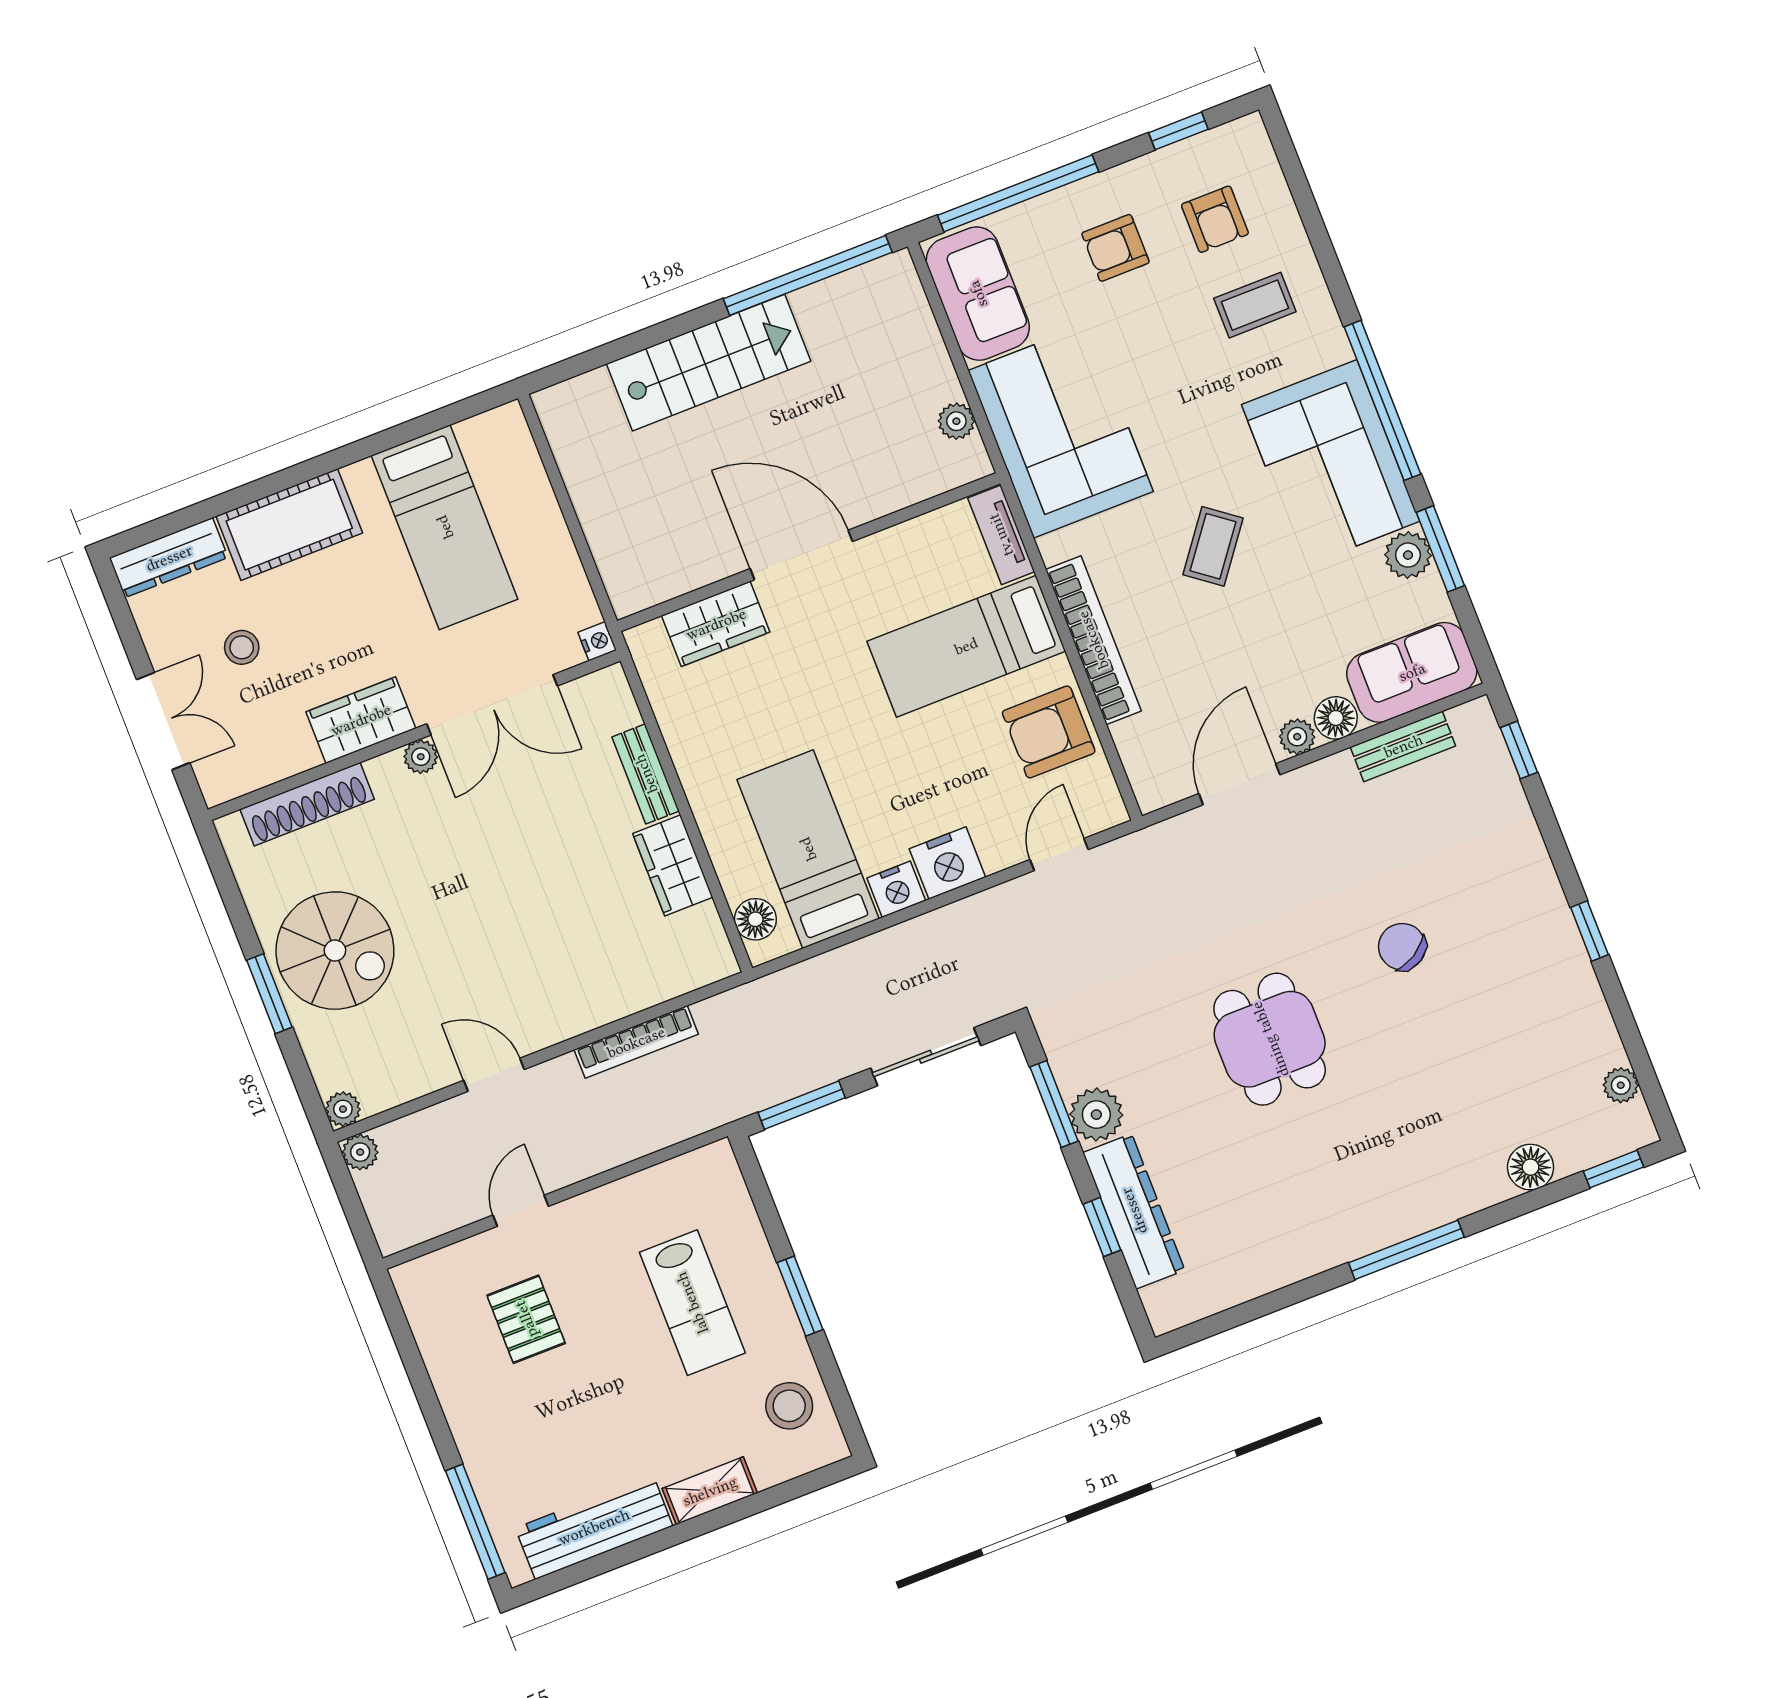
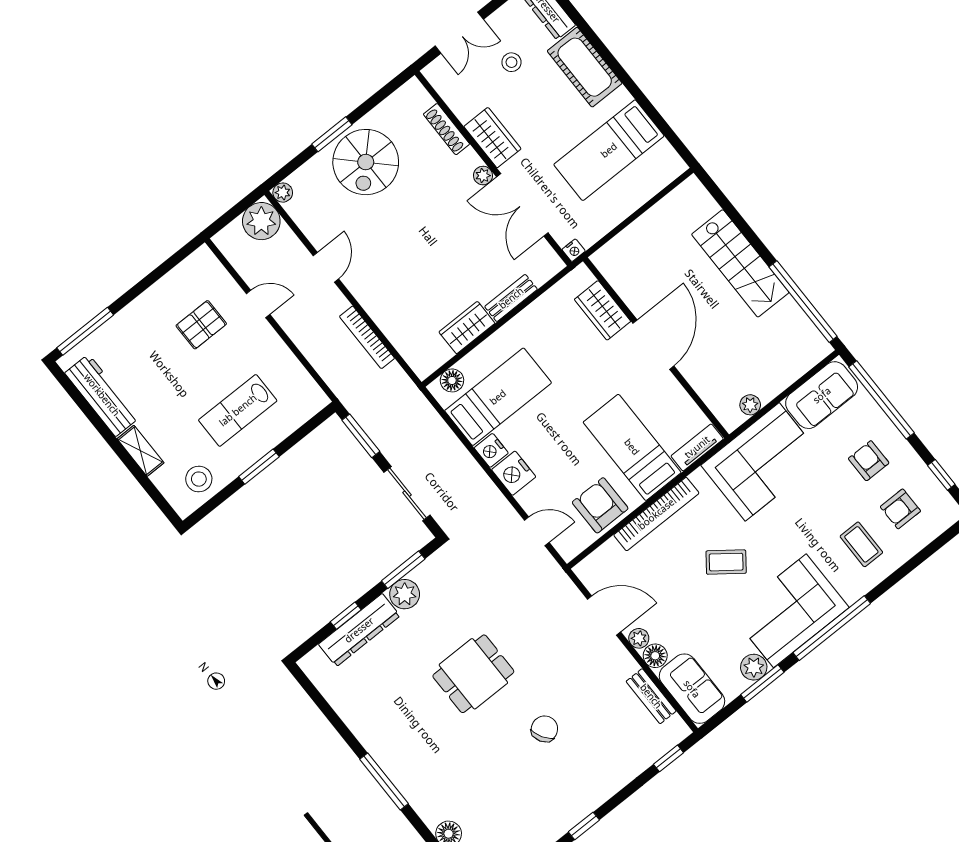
shoe rack: (307, 804) -> (446, 129), width x0.74, depth x0.81
plant: (360, 1152) -> (261, 221), width x1.88, depth x1.88

